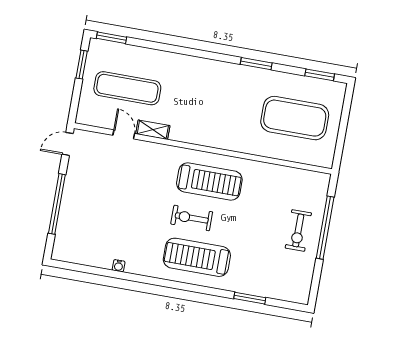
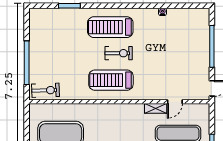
door: (124, 134) -> (175, 102), hinge flipped
exercise bike: (298, 230) -> (46, 90), moved, turned 88
treadmill: (197, 257) -> (110, 27), turned 180

